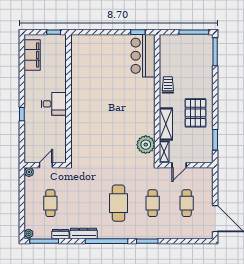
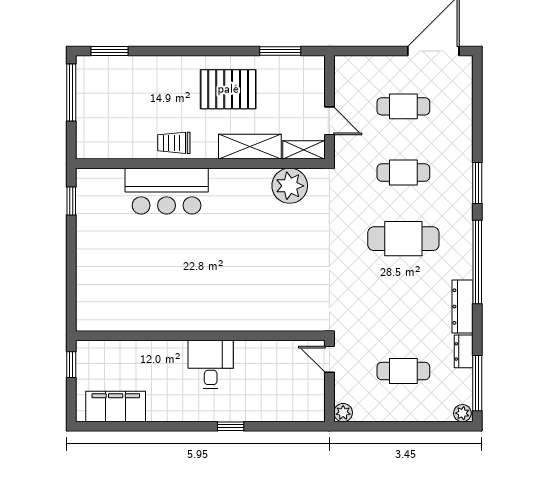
window: (215, 52) -> (110, 51), width x0.69
bar counter: (143, 56) -> (167, 191), moved
door: (46, 165) -> (329, 359), moved

